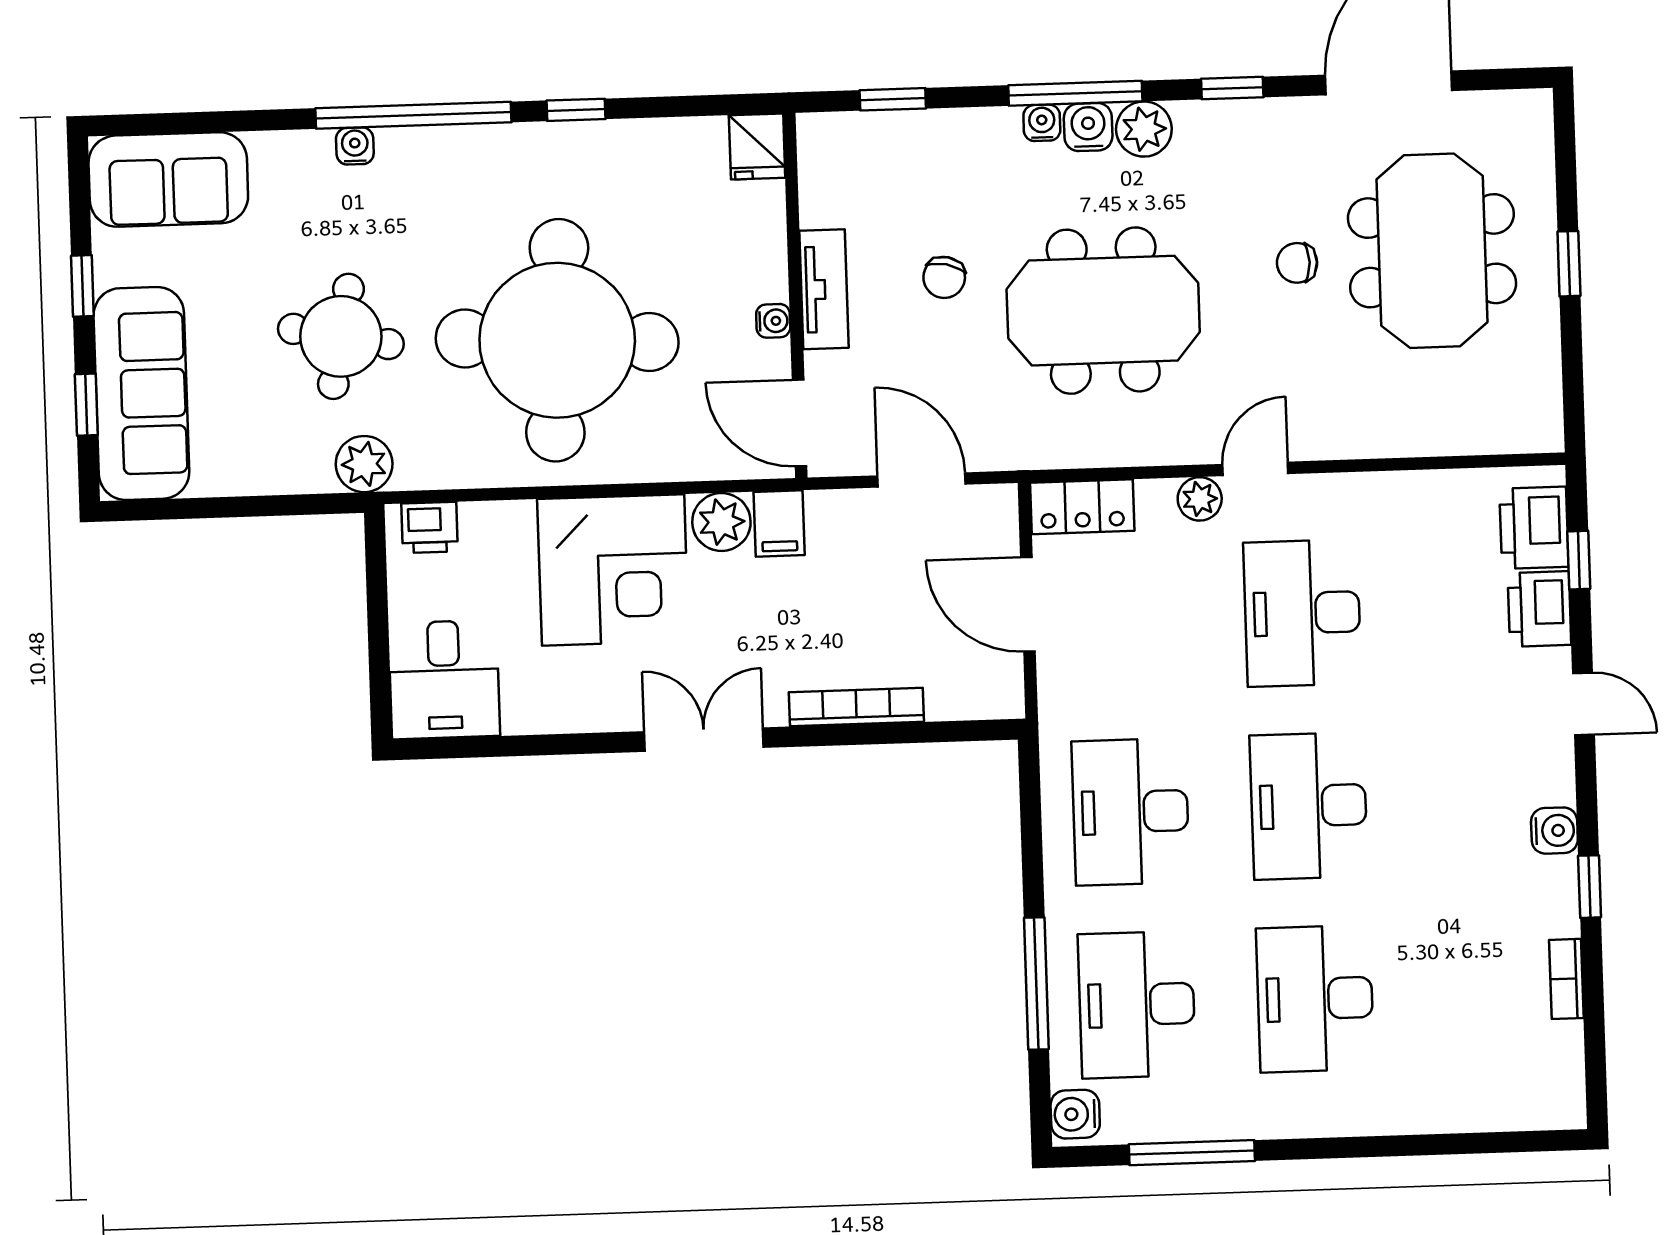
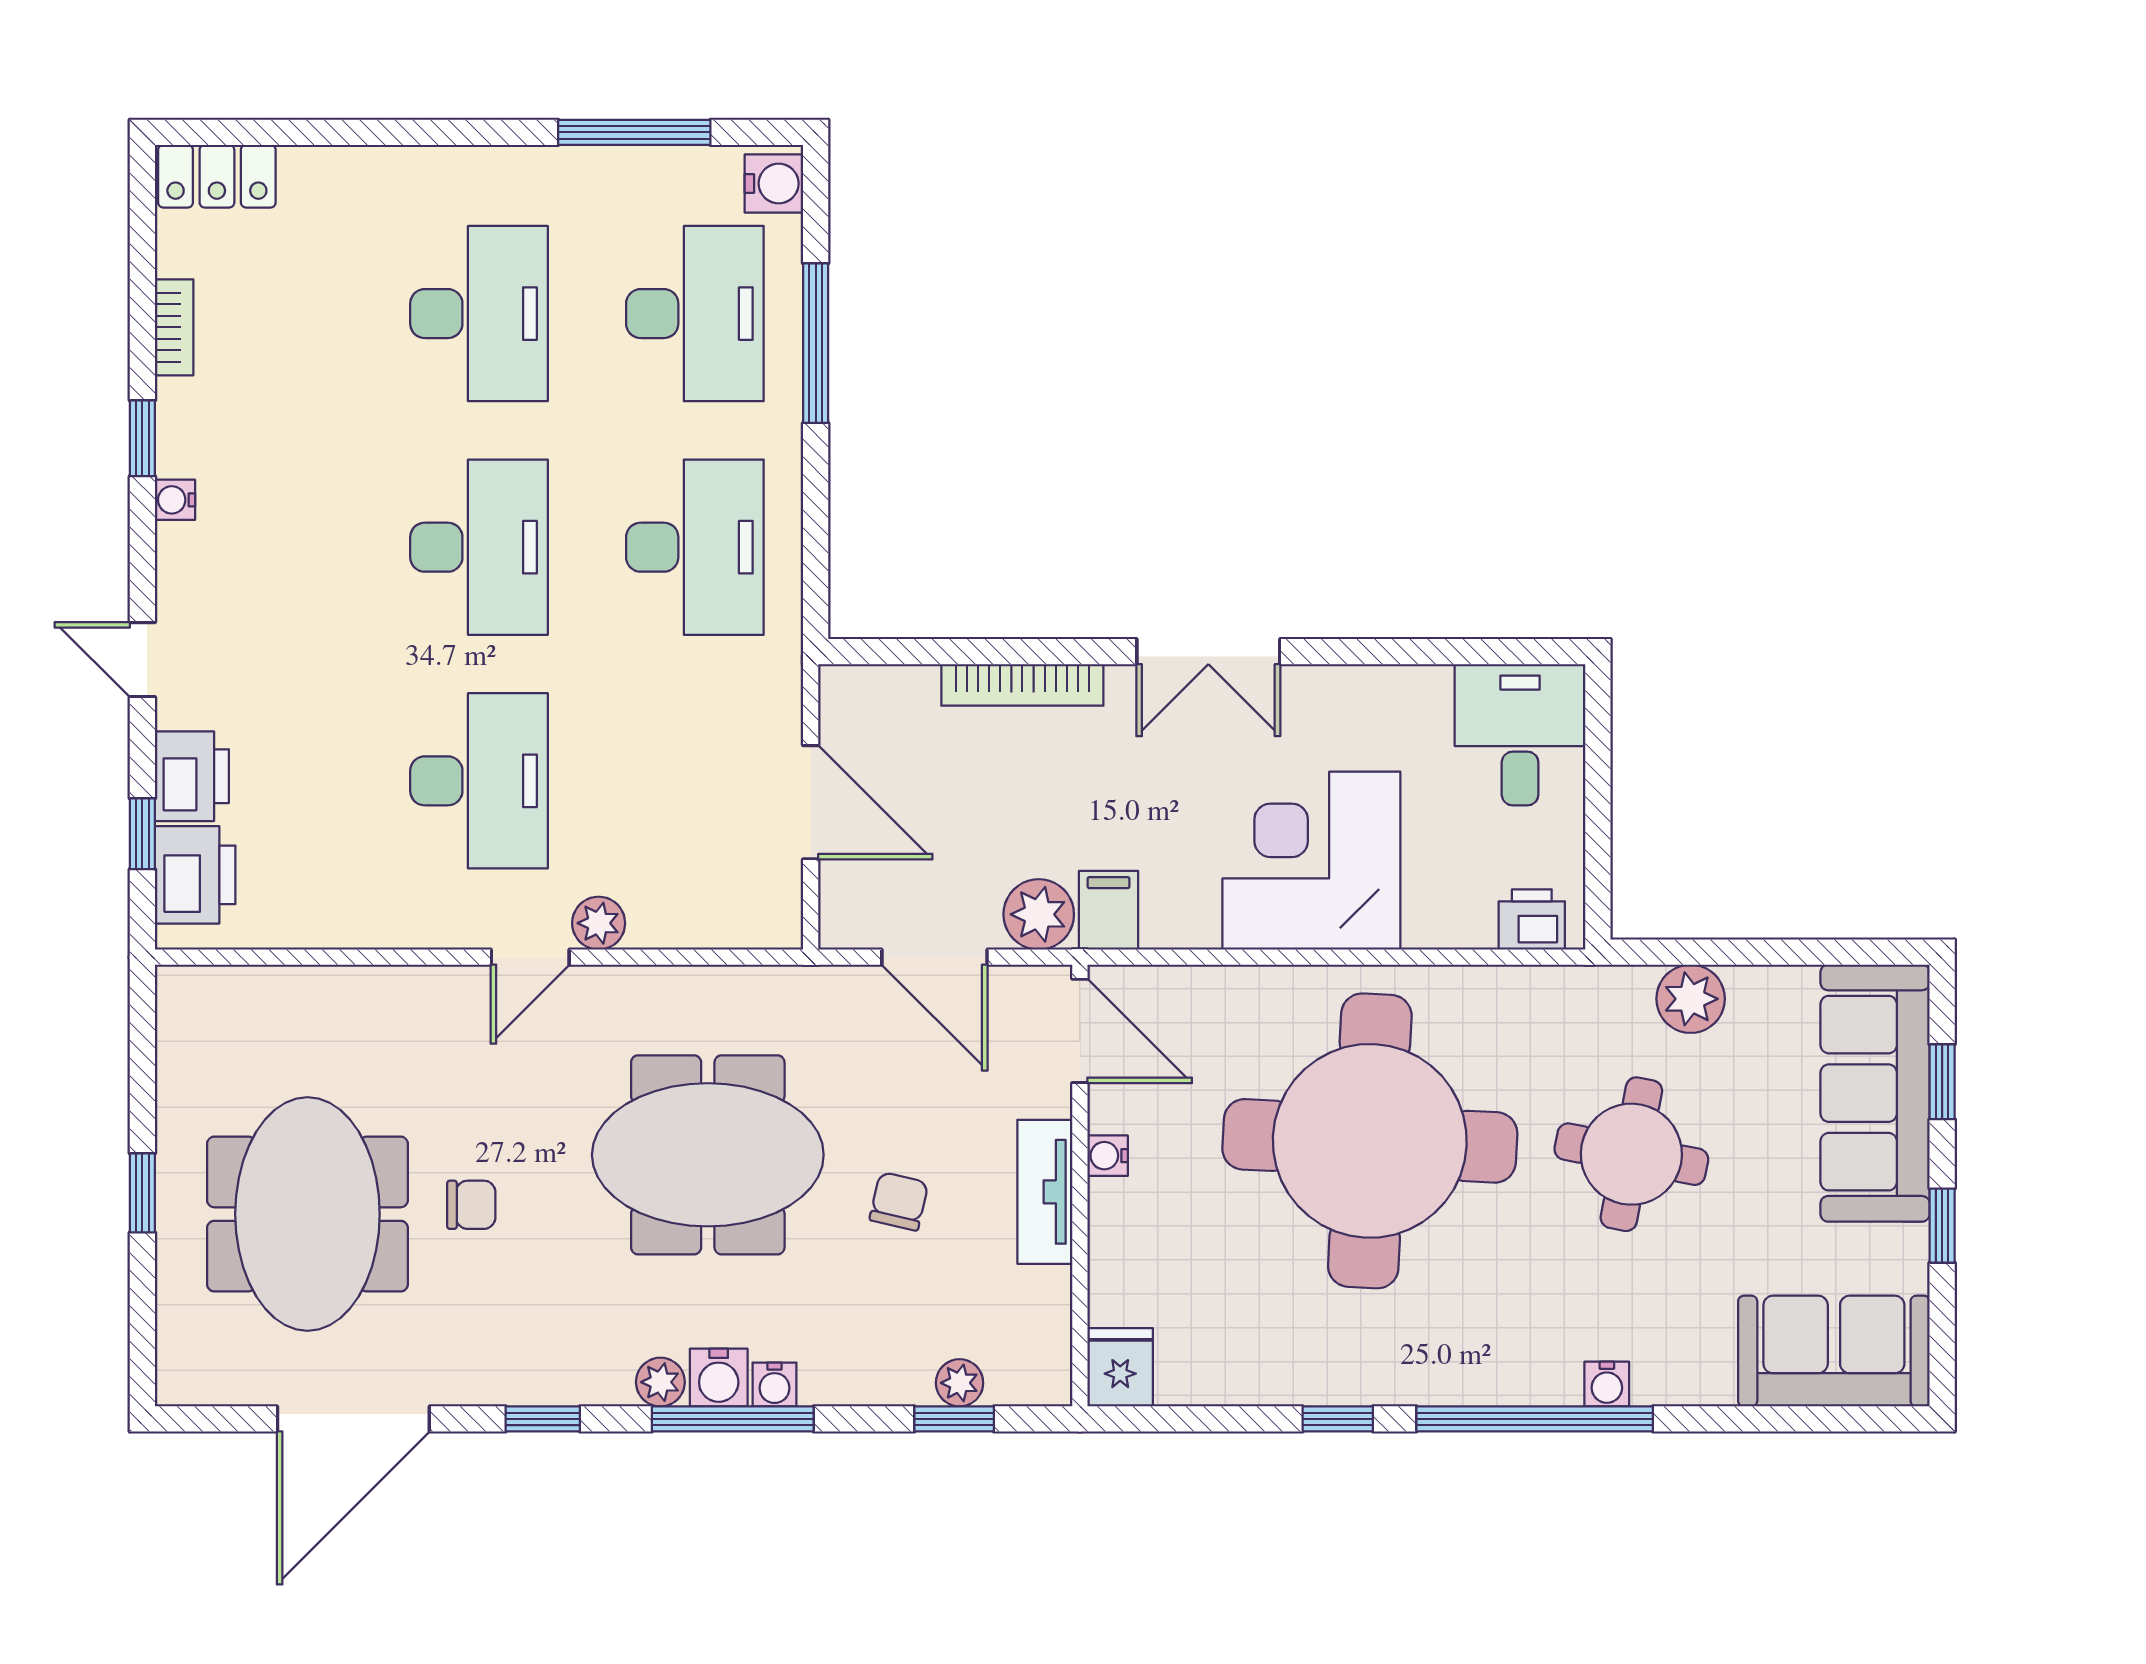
plant: (889, 129) -> (960, 1383), added
plant: (1144, 129) -> (660, 1382), width x0.73, depth x0.73
plant: (364, 464) -> (1691, 999), moved
locker: (1082, 507) -> (217, 176), moved, turned 180
plant: (721, 522) -> (1039, 914), moved
water cooler: (1554, 831) -> (175, 500), width x0.72, depth x0.72

